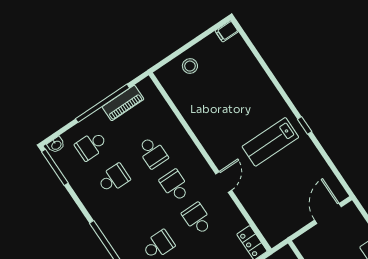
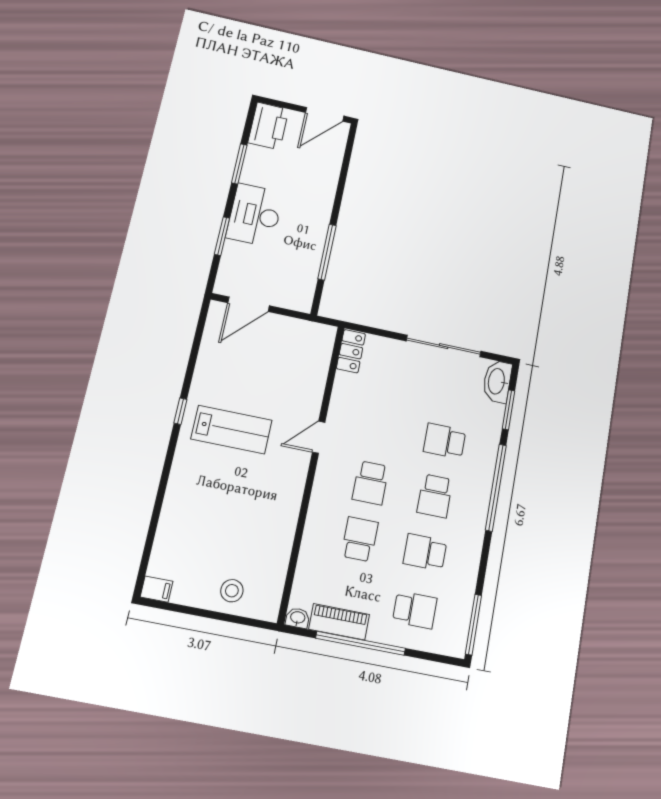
washbasin: (56, 145) -> (298, 618), moved
school desk: (197, 219) -> (435, 496), moved

